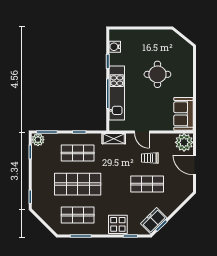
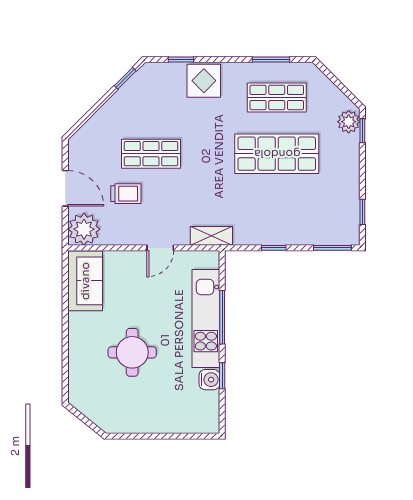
water cooler: (115, 47) -> (209, 380), moved
door: (142, 132) -> (160, 248), swing flipped
plant: (38, 140) -> (349, 122), moved
shop shelf: (78, 153) -> (277, 210), removed
trolley: (150, 158) -> (126, 194), moved
freezer: (154, 221) -> (139, 87), removed

